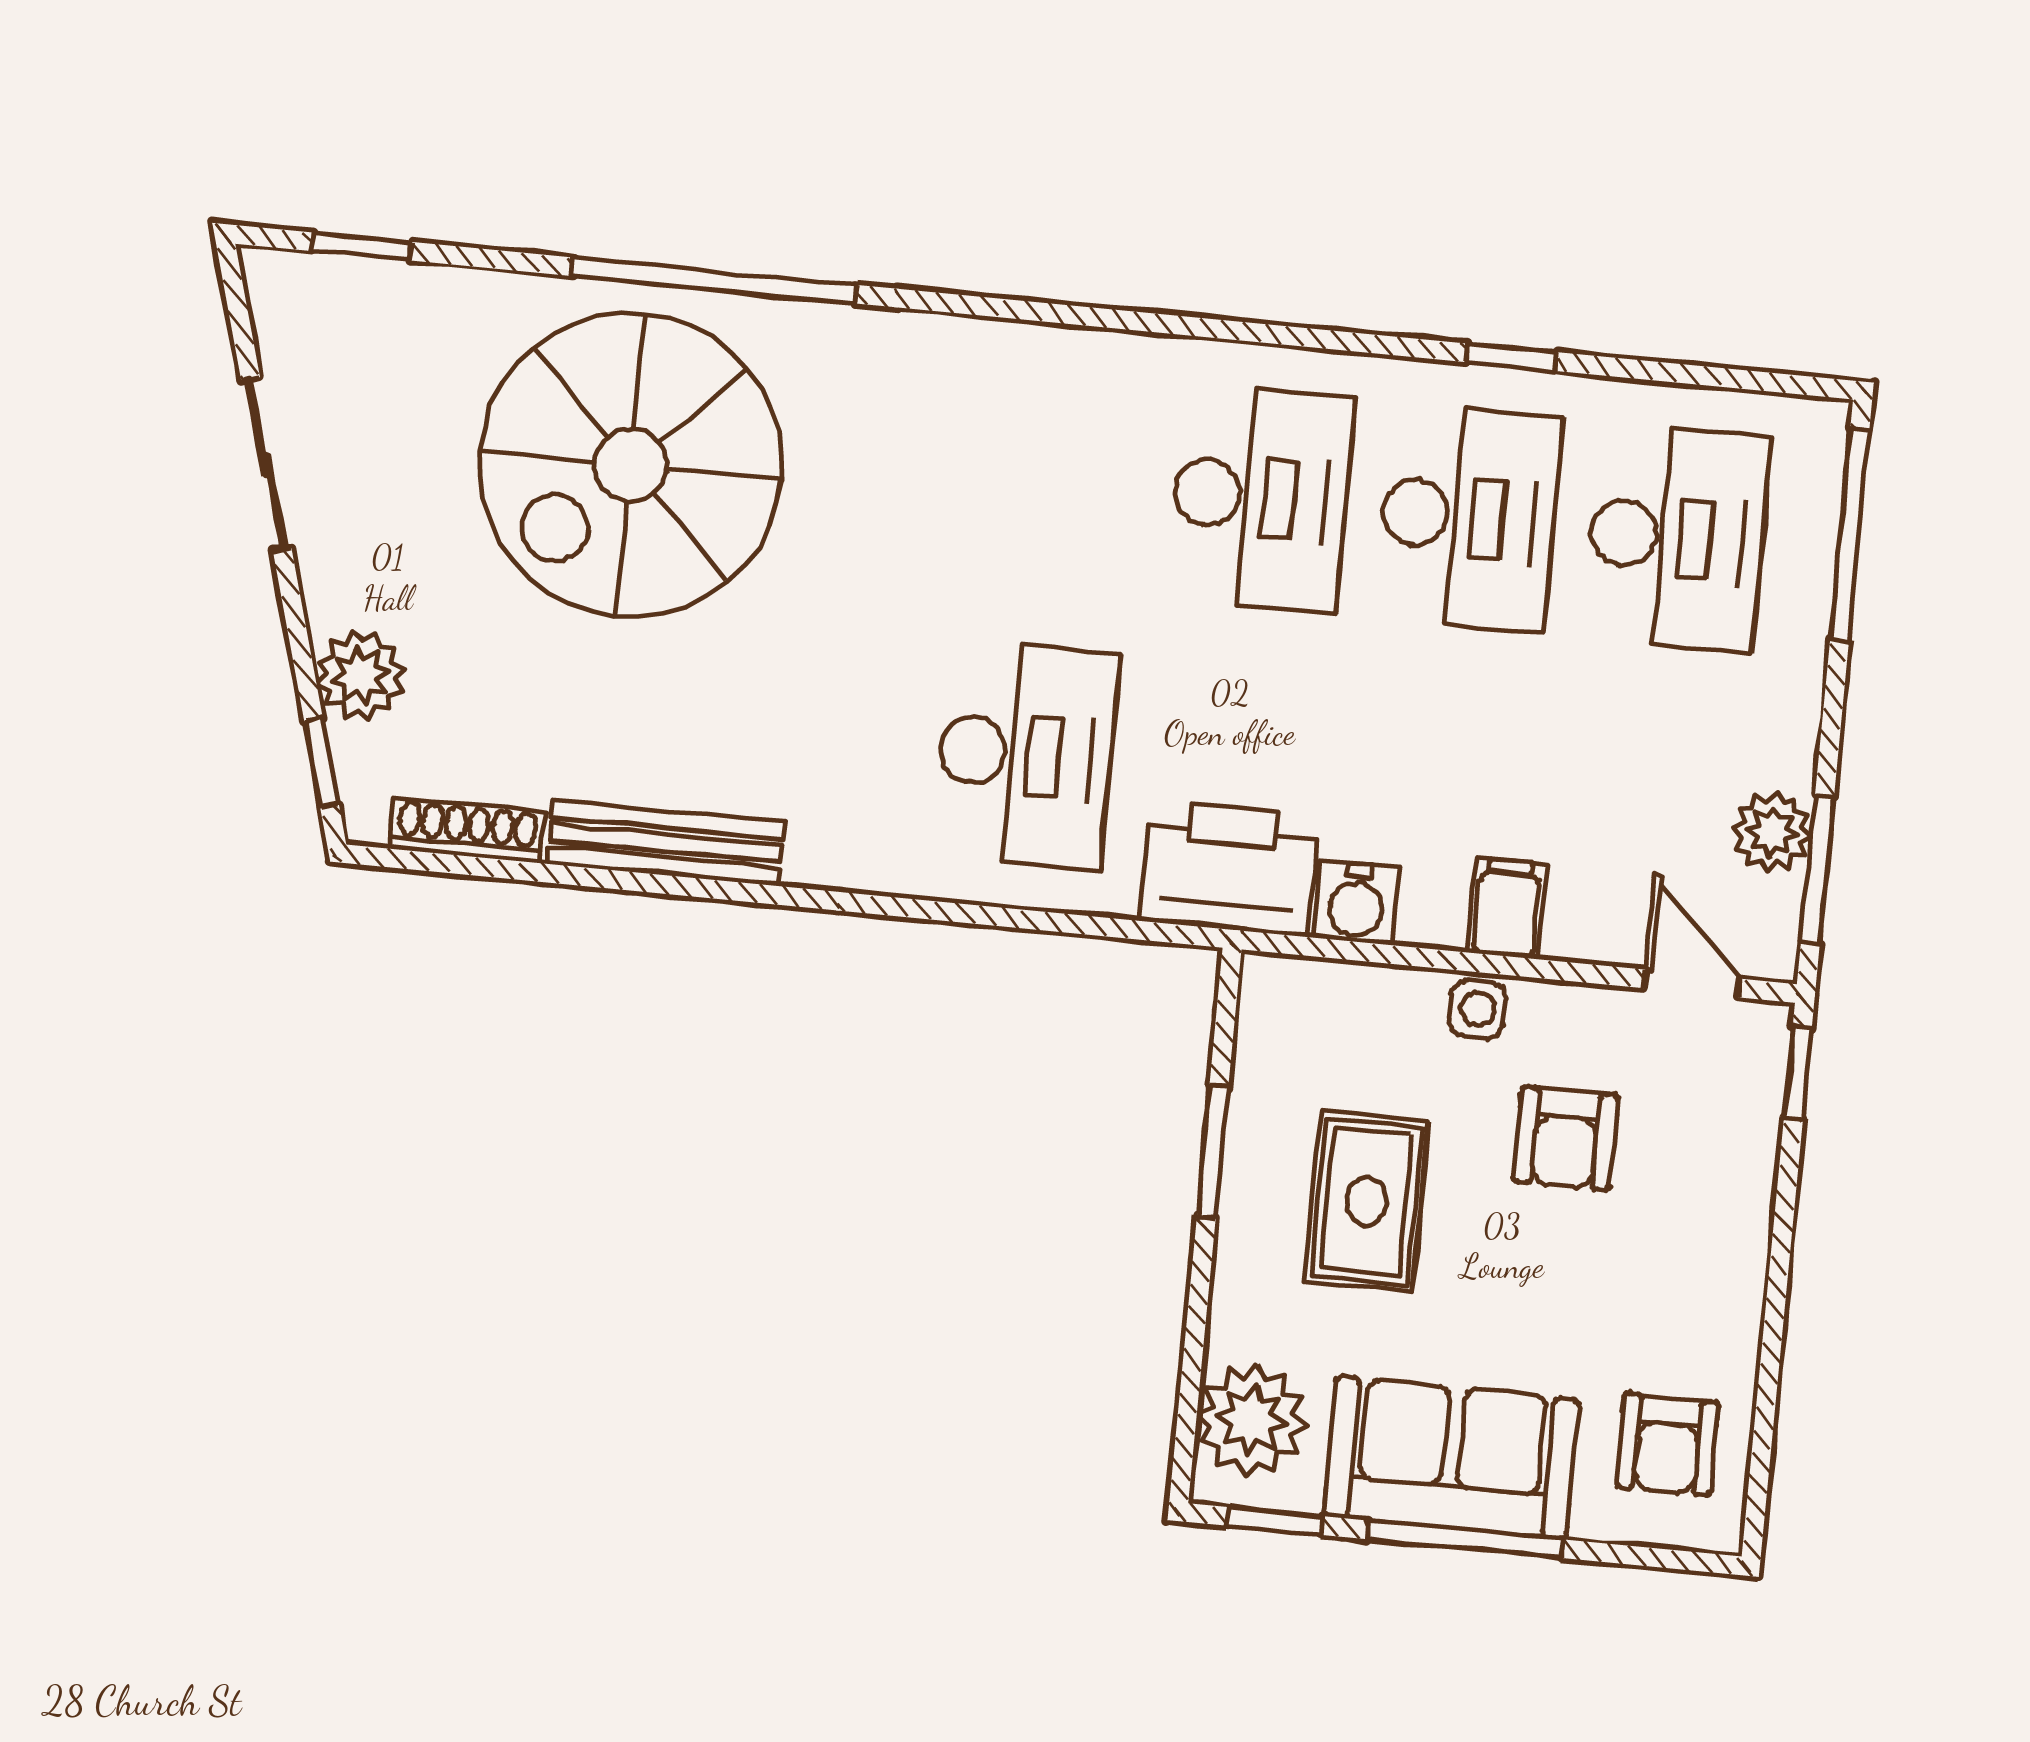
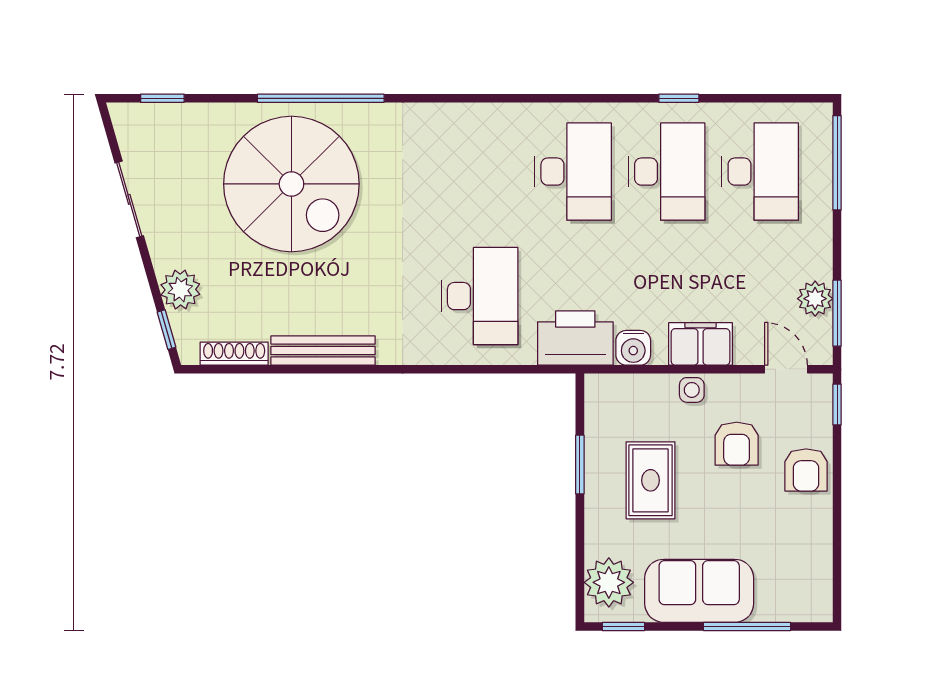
spiral stairs: (631, 465) -> (291, 184), turned -90
filing cabinet: (1507, 909) -> (700, 344), width x2.00
armchair: (1667, 1444) -> (806, 470), moved
window: (1465, 1539) -> (747, 626), moved

